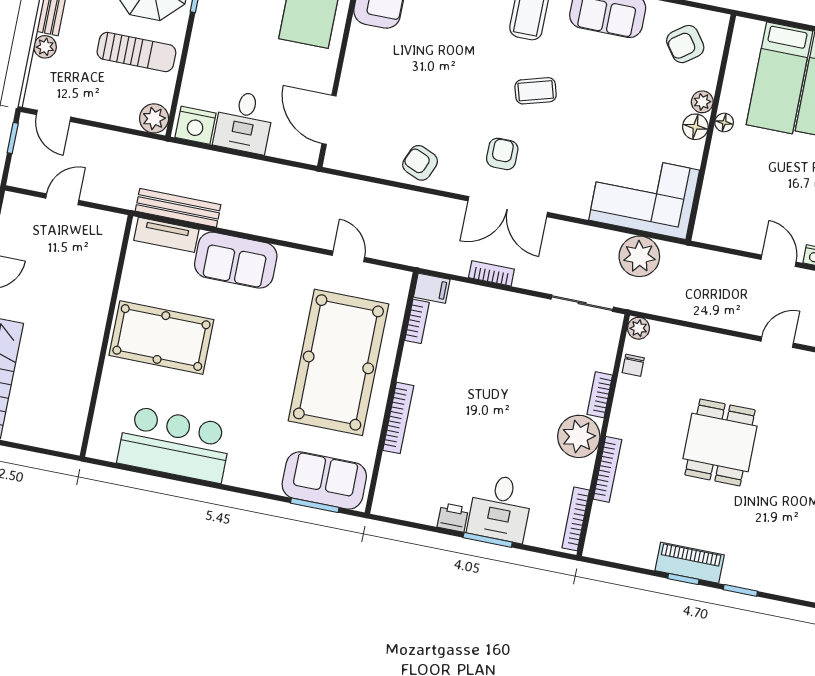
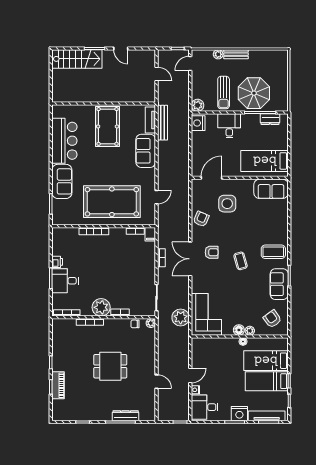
side table: (396, 95) -> (227, 204), added
desk: (244, 122) -> (229, 126), moved, turned 90
sofa: (324, 480) -> (62, 181), moved
piano: (690, 563) -> (58, 385), moved

